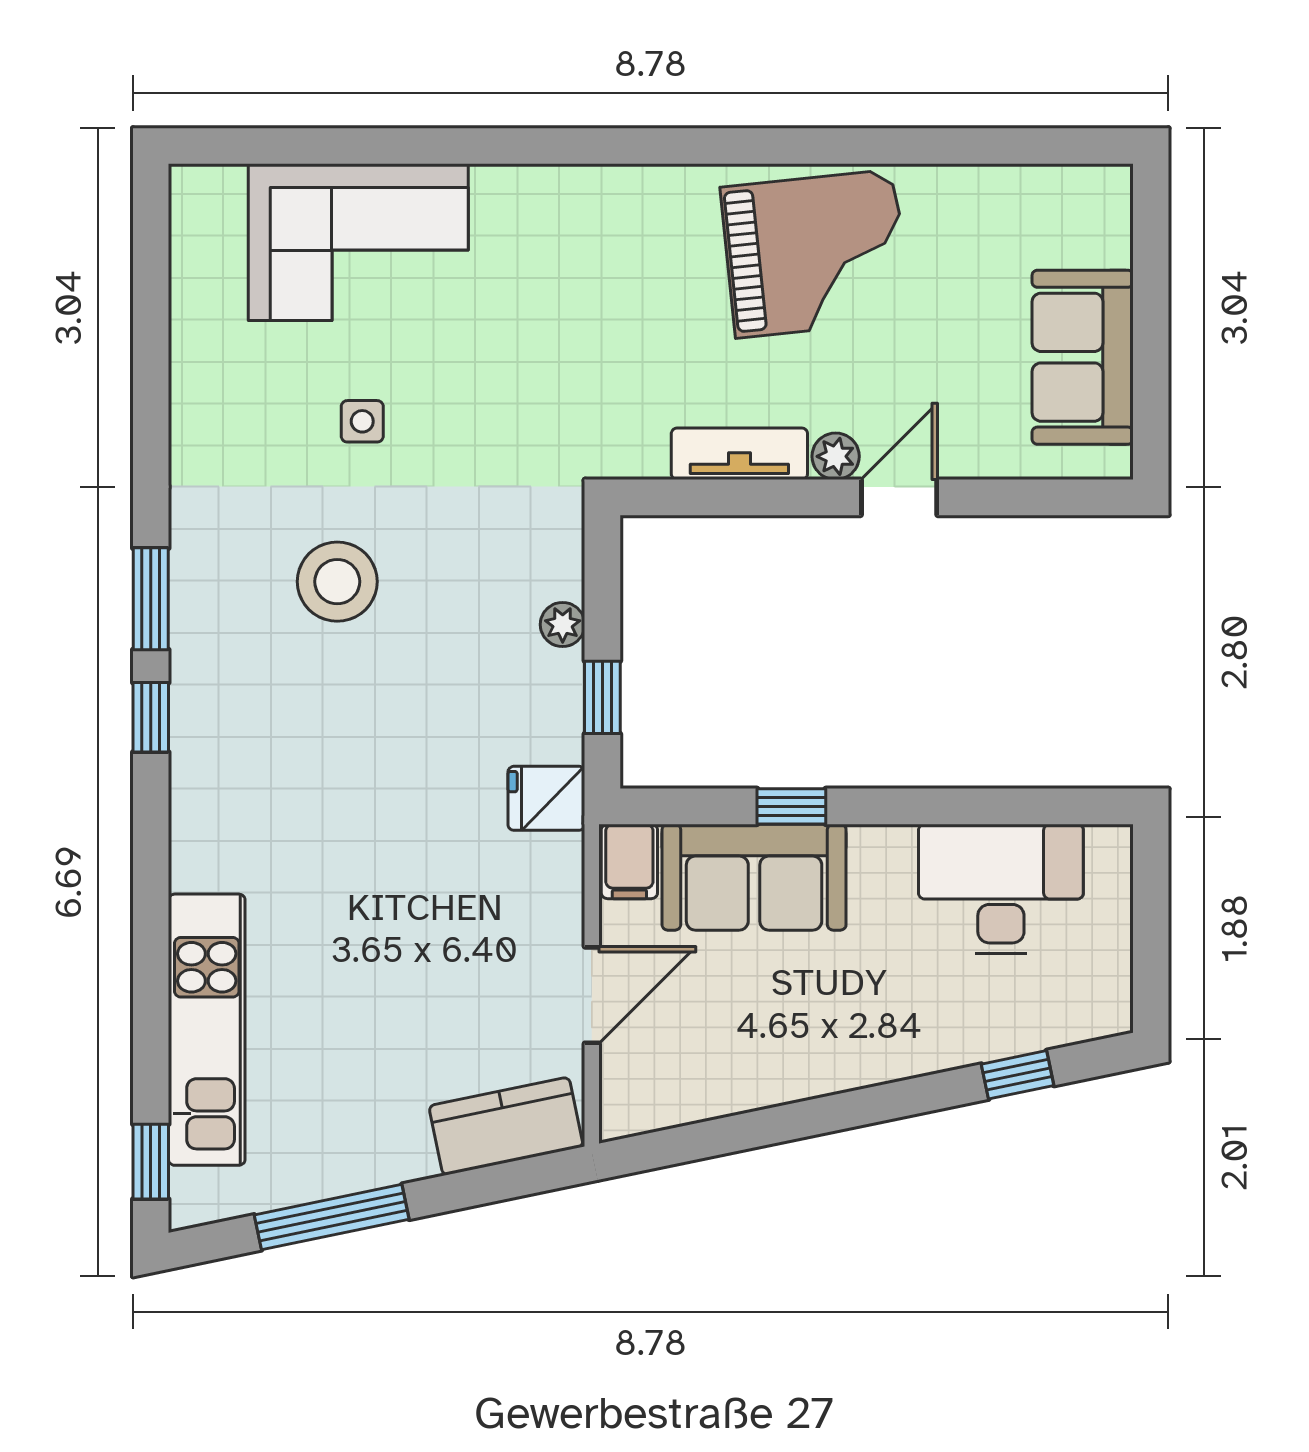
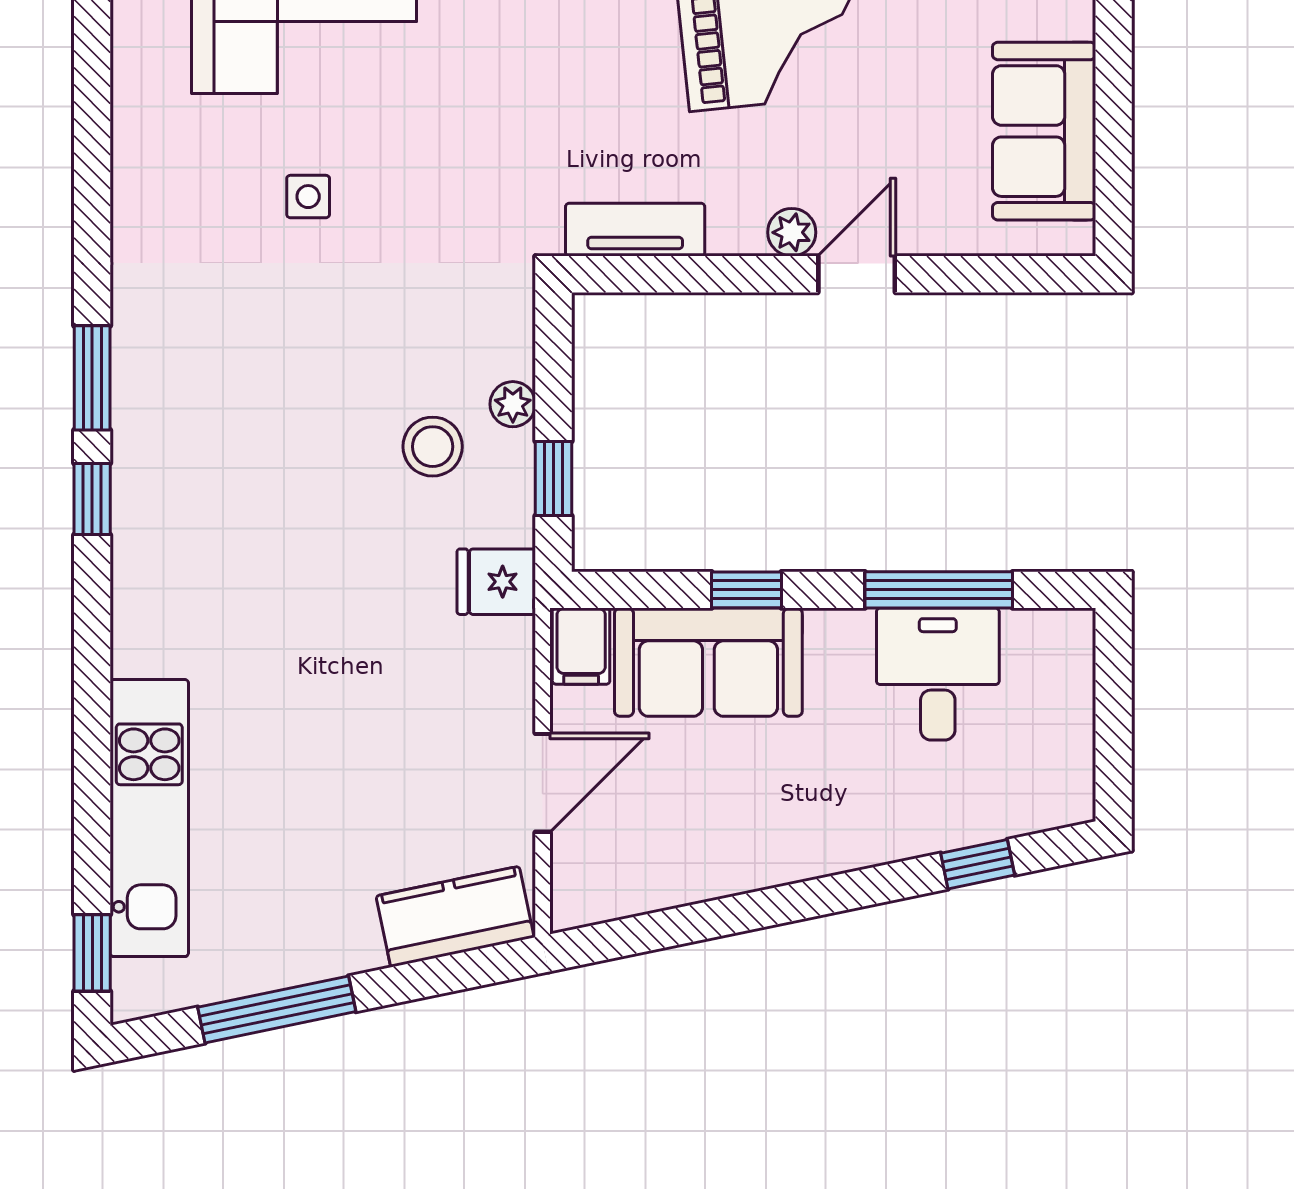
tv unit: (739, 454) -> (635, 230), moved
stool: (337, 582) -> (433, 447), moved, width x0.73, depth x0.73
window: (980, 806) -> (939, 590), added
desk: (1001, 889) -> (938, 674), width x0.73

